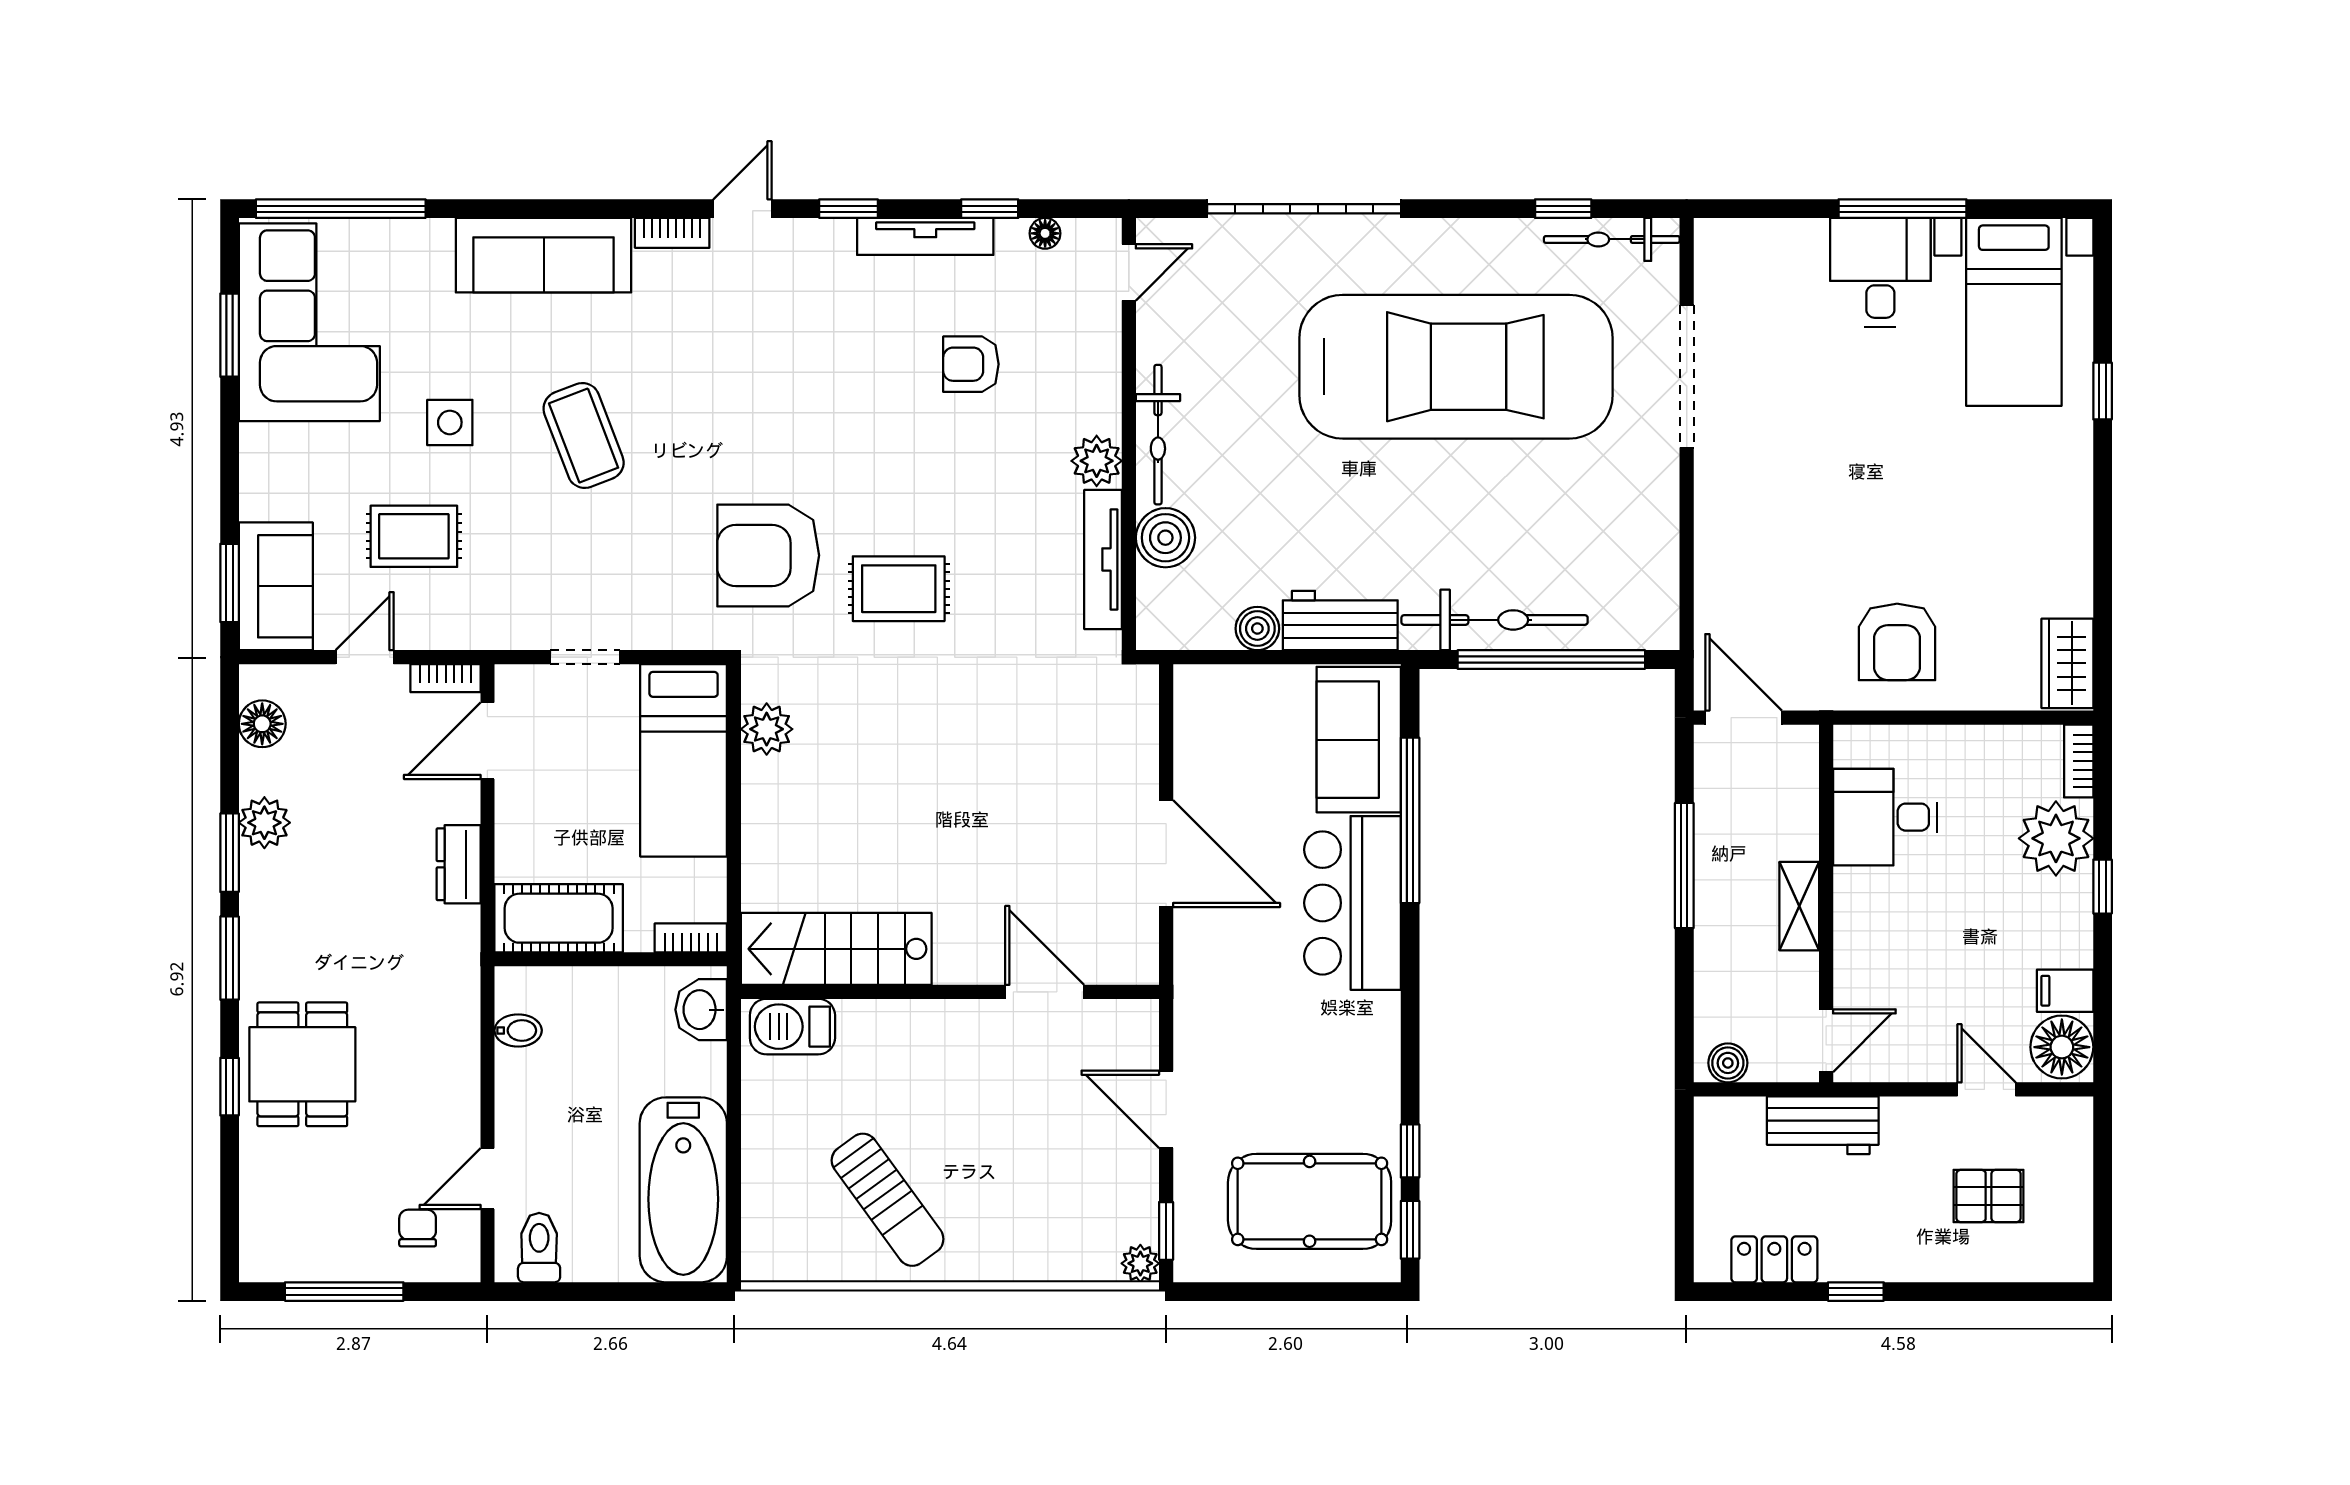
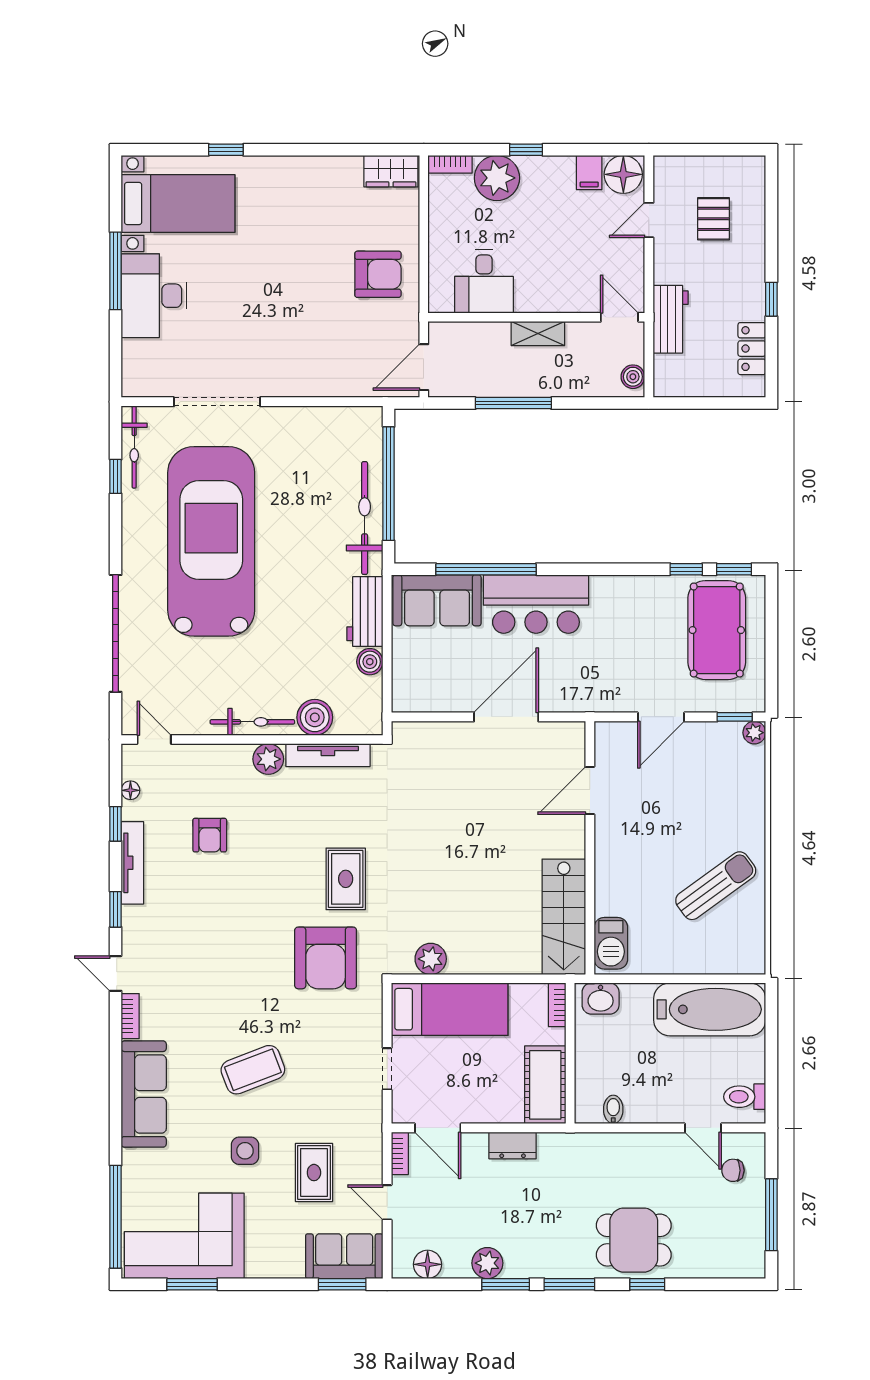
desk: (1880, 272) -> (154, 296), width x1.37

